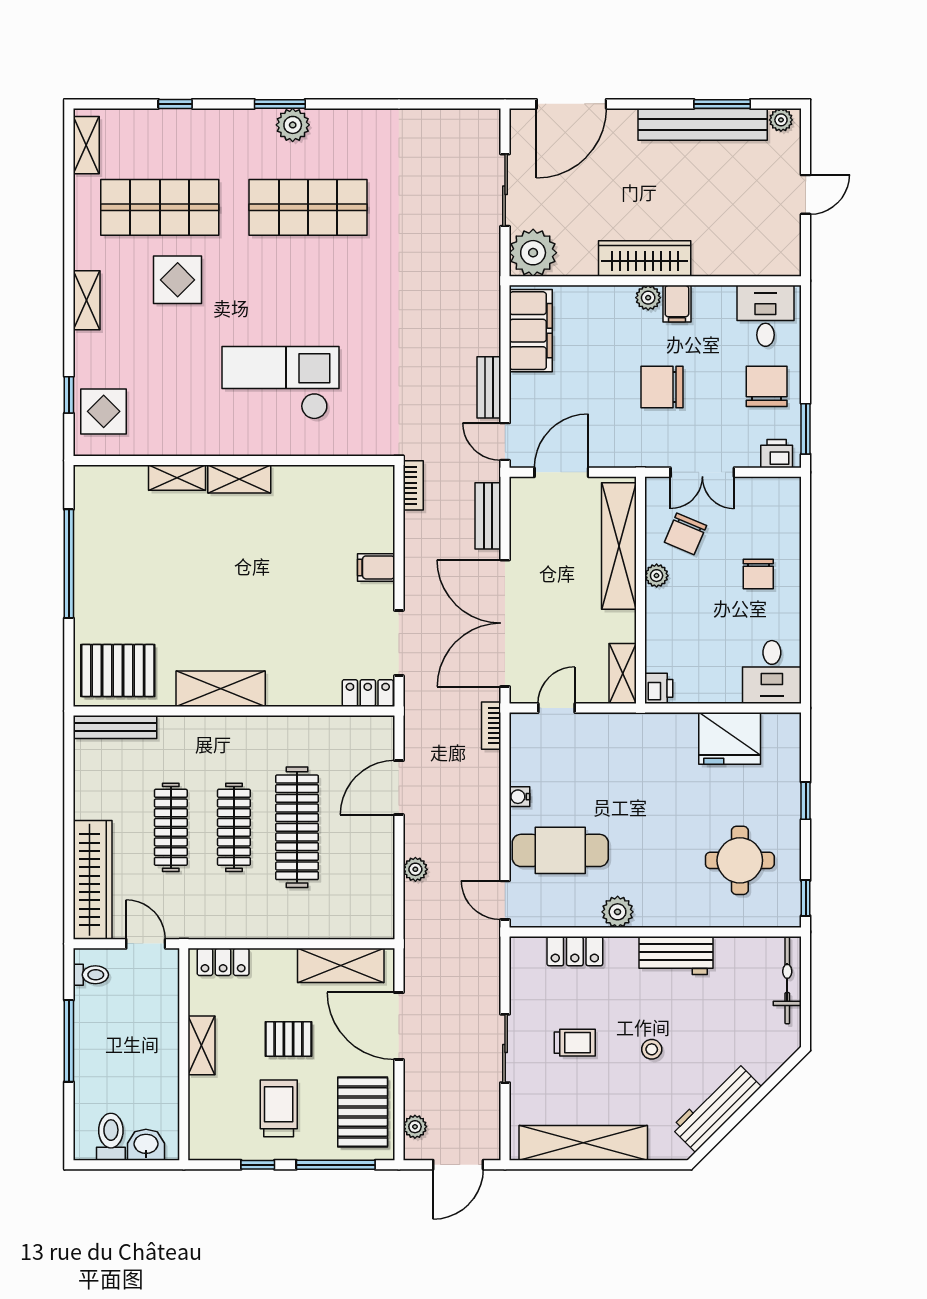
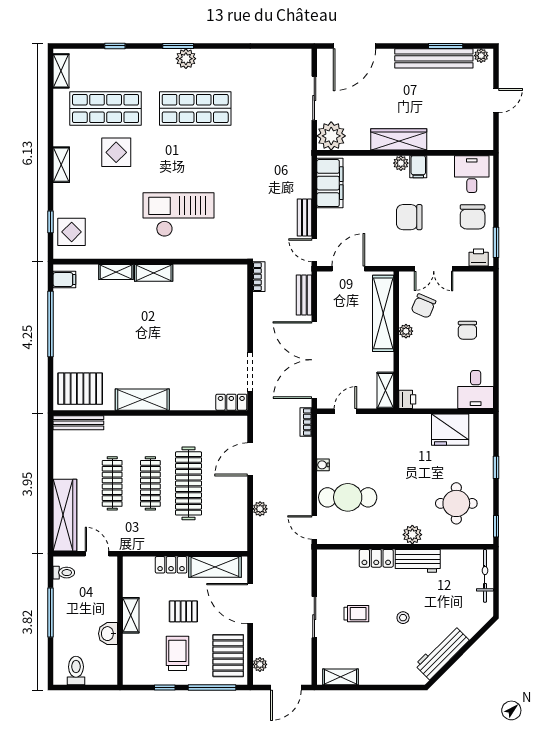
chair: (767, 386) -> (473, 217), turned 180
filing cabinet: (376, 567) -> (64, 280), moved, turned 180
plant: (618, 912) -> (412, 535), moved
locker: (575, 951) -> (376, 558), moved
locker: (223, 962) -> (171, 565), moved
shelving: (583, 1143) -> (341, 677), width x0.45, depth x0.75
washbasin: (146, 1145) -> (108, 634), moved, turned -90

